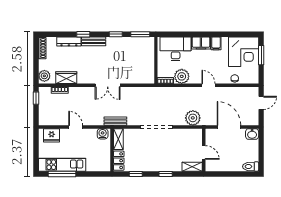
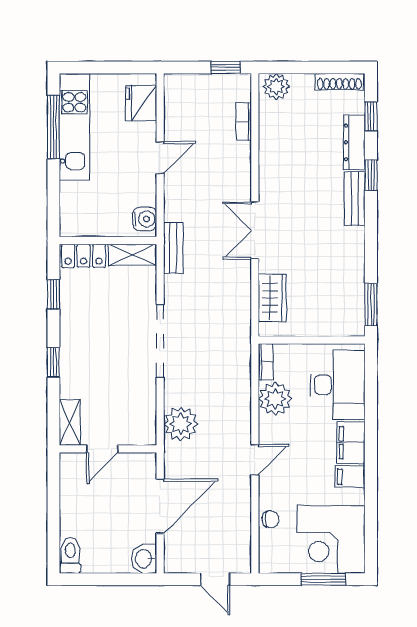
window: (116, 34) -> (371, 116), moved
wardrobe: (66, 78) -> (272, 298), moved

